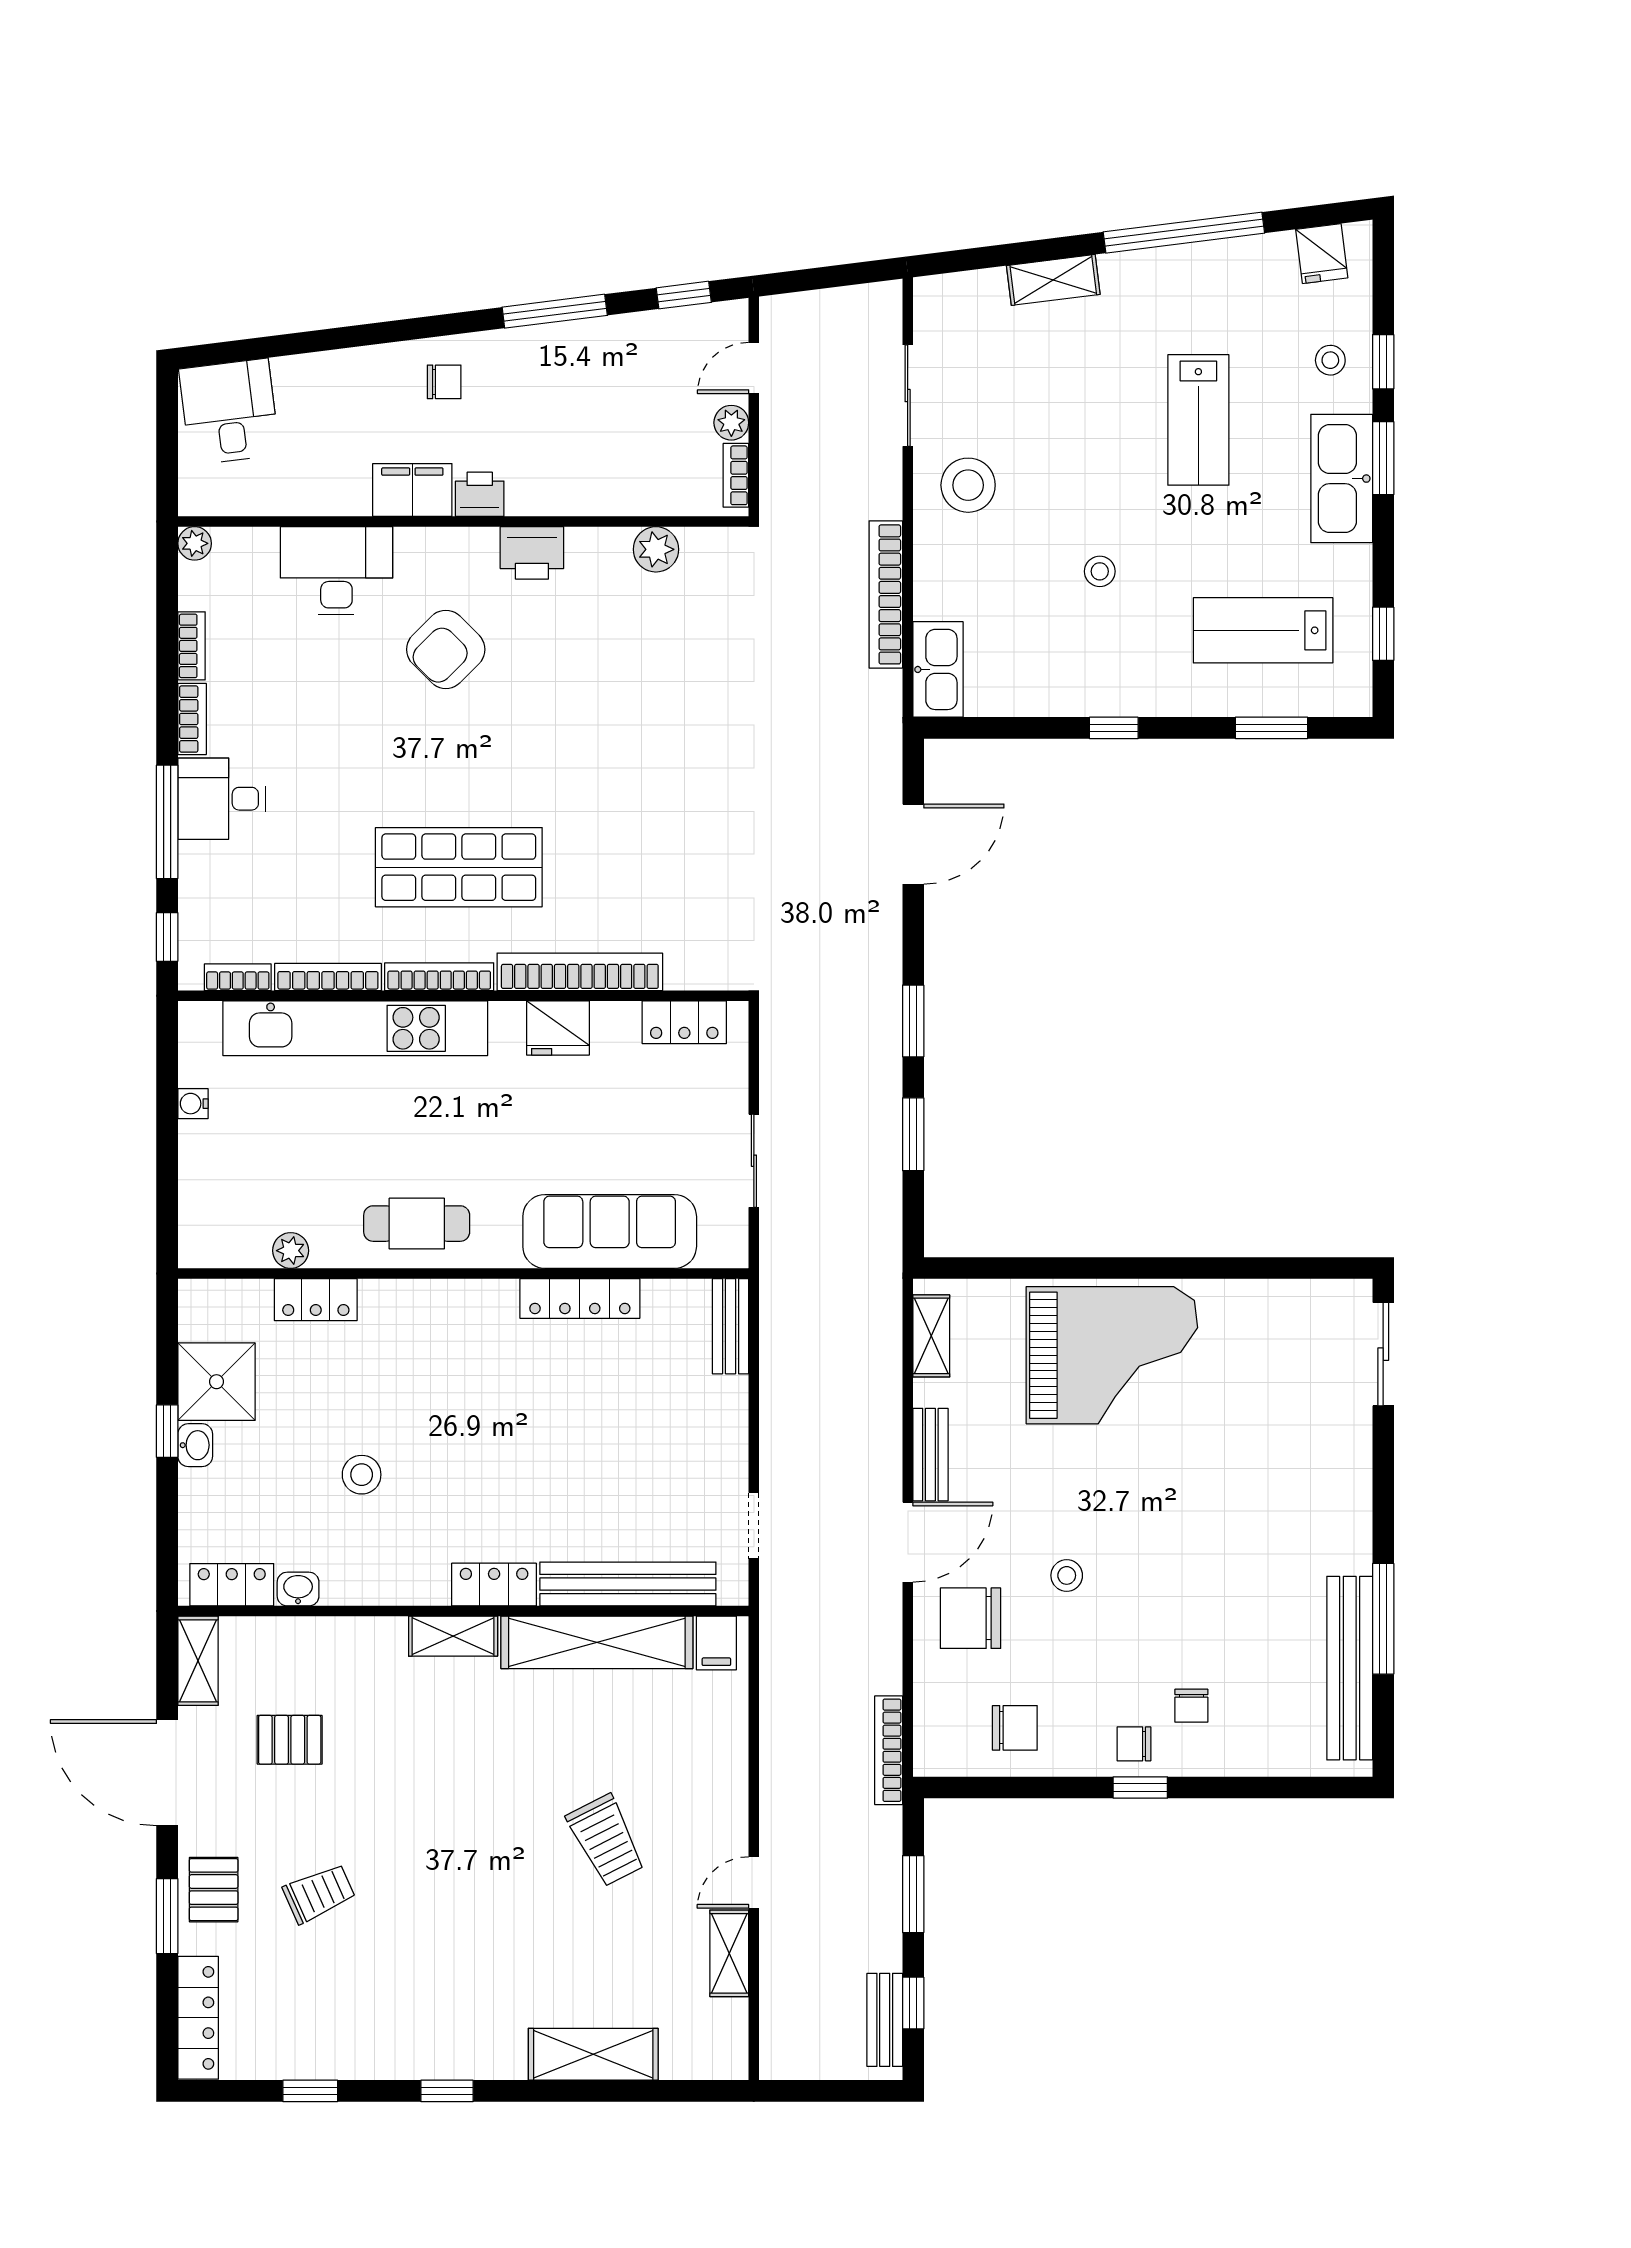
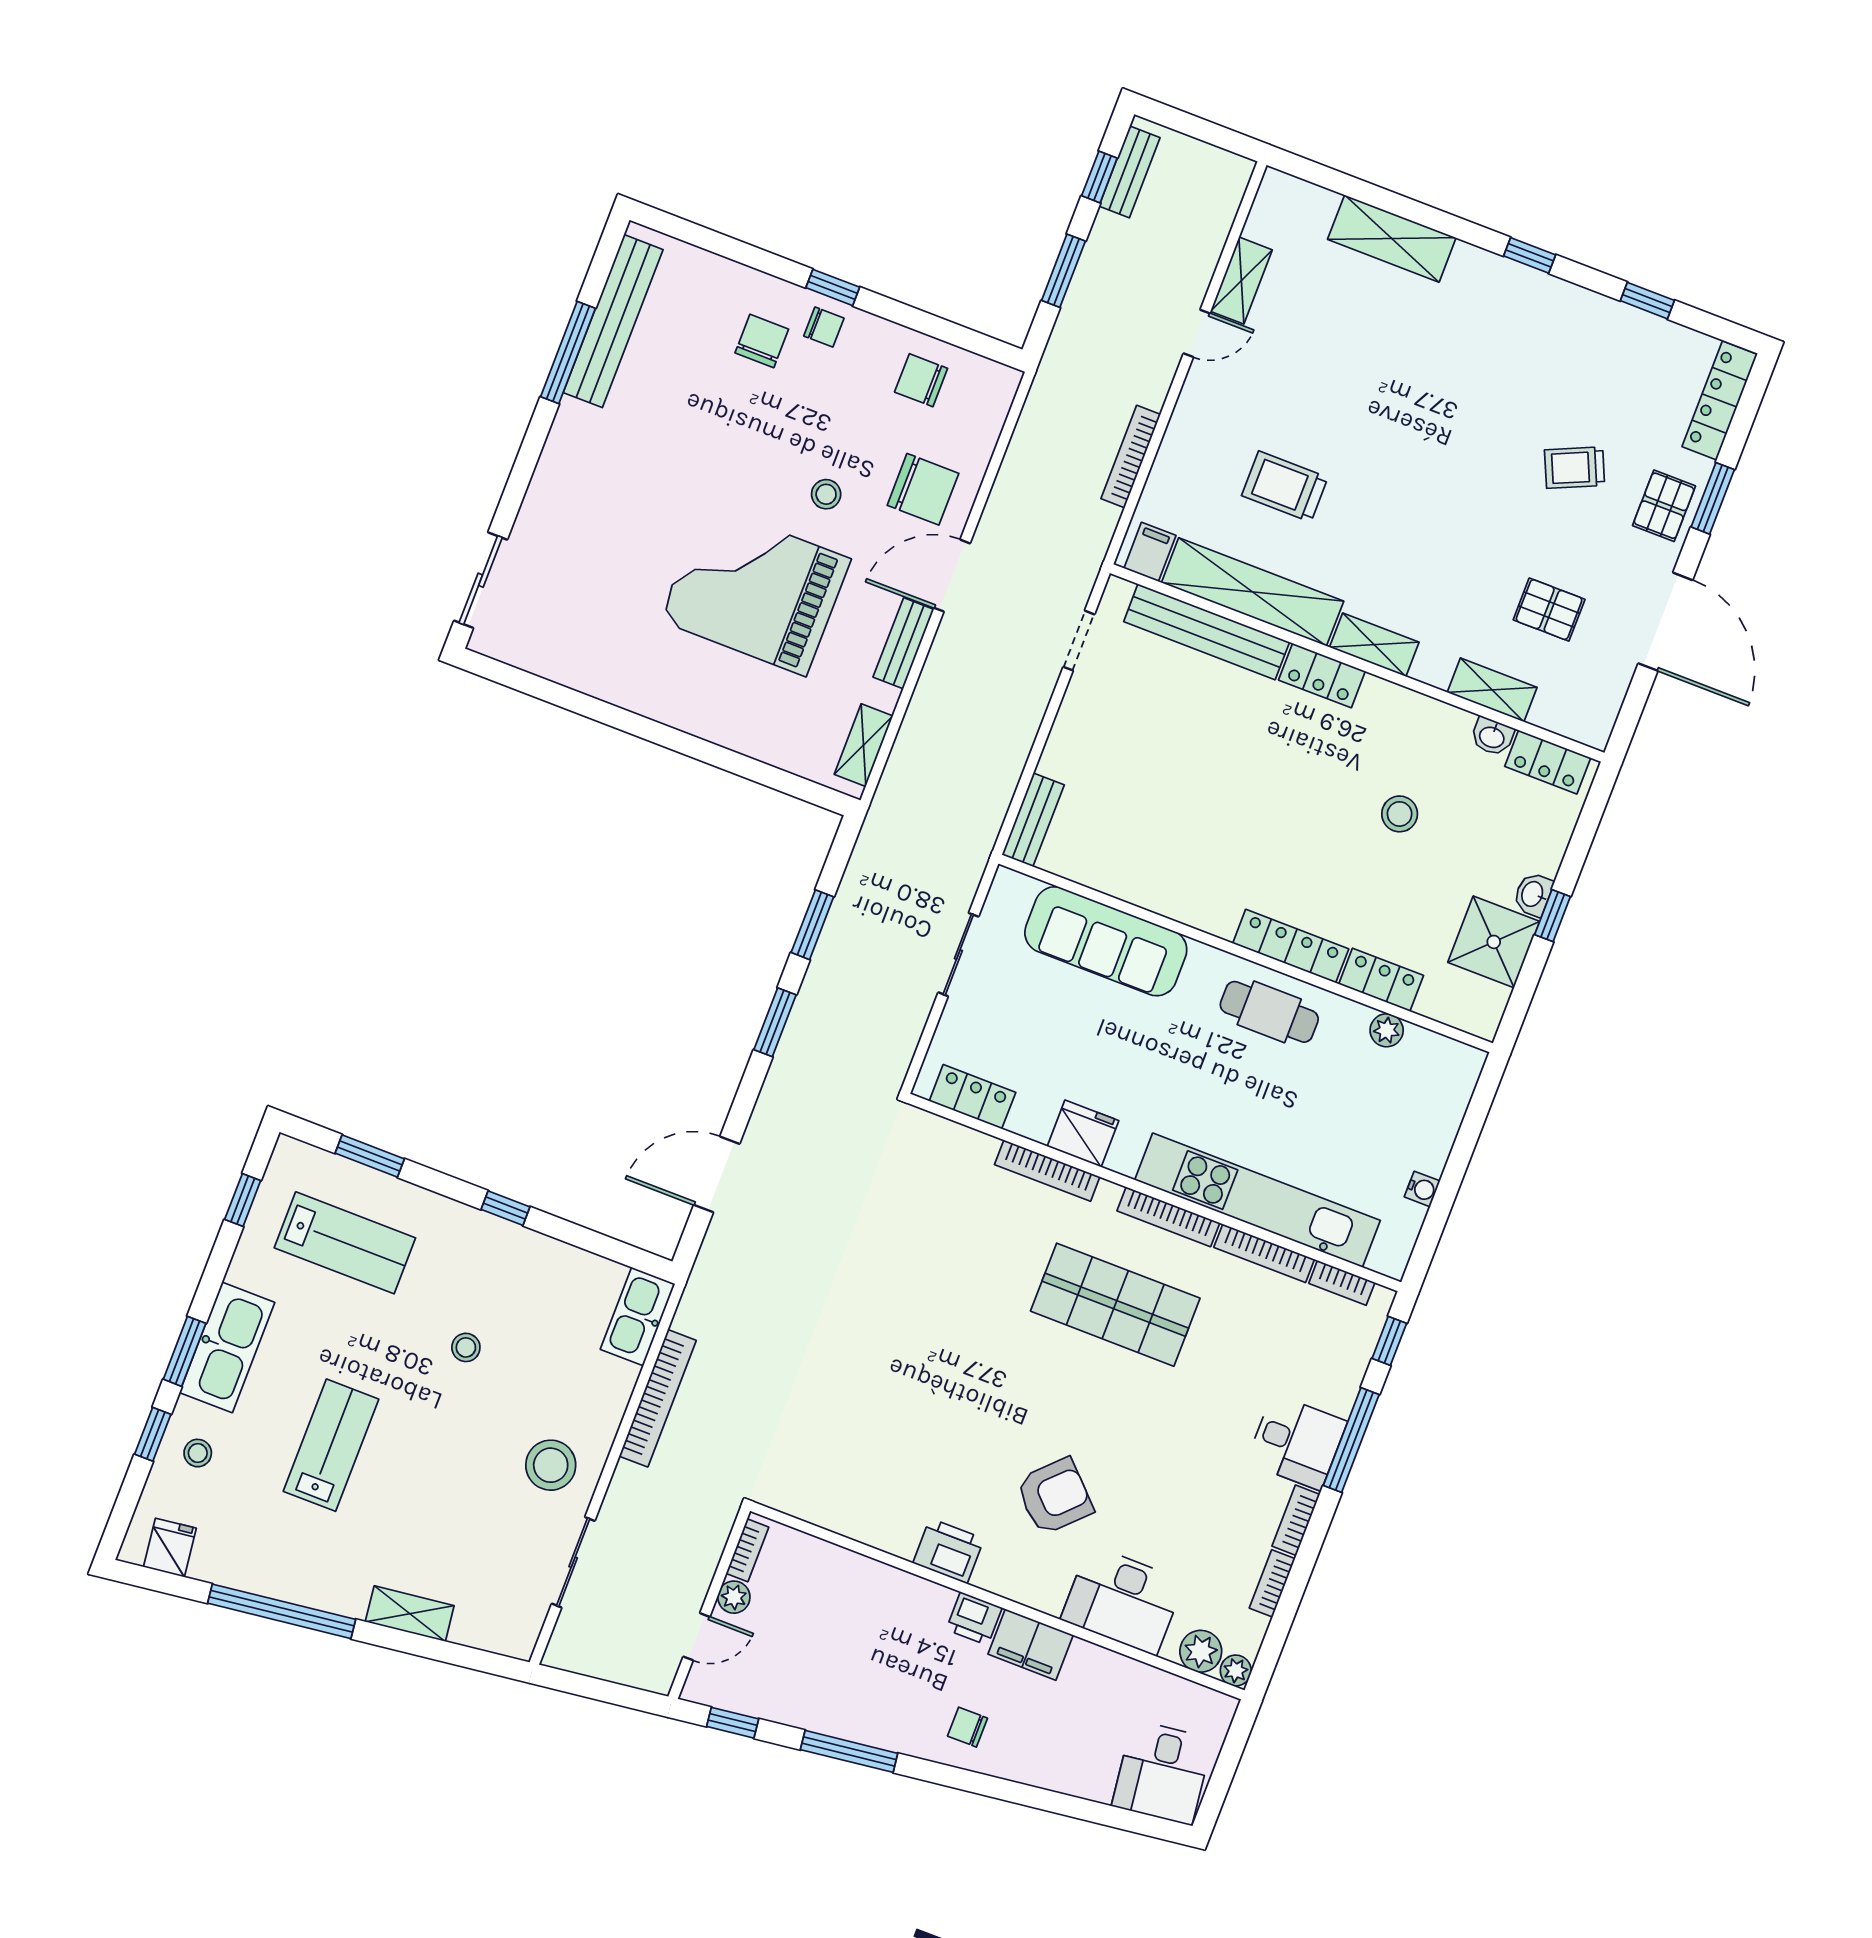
plant: (656, 549) -> (1201, 1651), moved
bookcase: (580, 972) -> (1047, 1171), width x0.68, depth x0.76
locker: (580, 1298) -> (1291, 946), moved
grand piano: (1112, 1355) -> (755, 590), moved
shelving: (198, 1661) -> (1492, 690), moved, turned 90
chair: (1191, 1706) -> (762, 341), width x1.37, depth x1.37
bookcase: (889, 1750) -> (1131, 457), moved, turned 180
trolley: (606, 1840) -> (1285, 487), moved, turned -63

